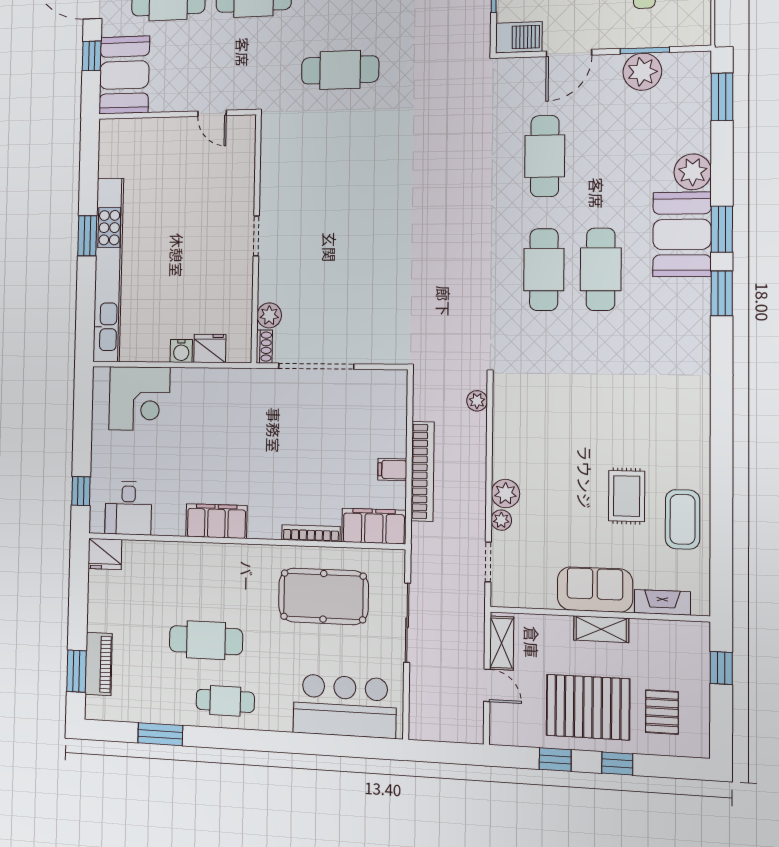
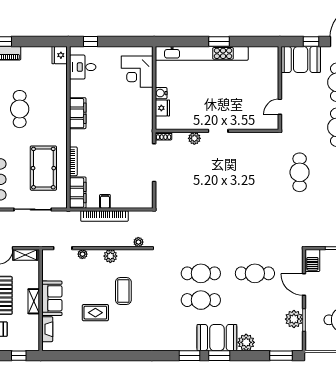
plant: (269, 315) -> (194, 138), moved
plant: (505, 494) -> (110, 256), moved
coffee table: (683, 519) -> (123, 291), moved, turned 90

